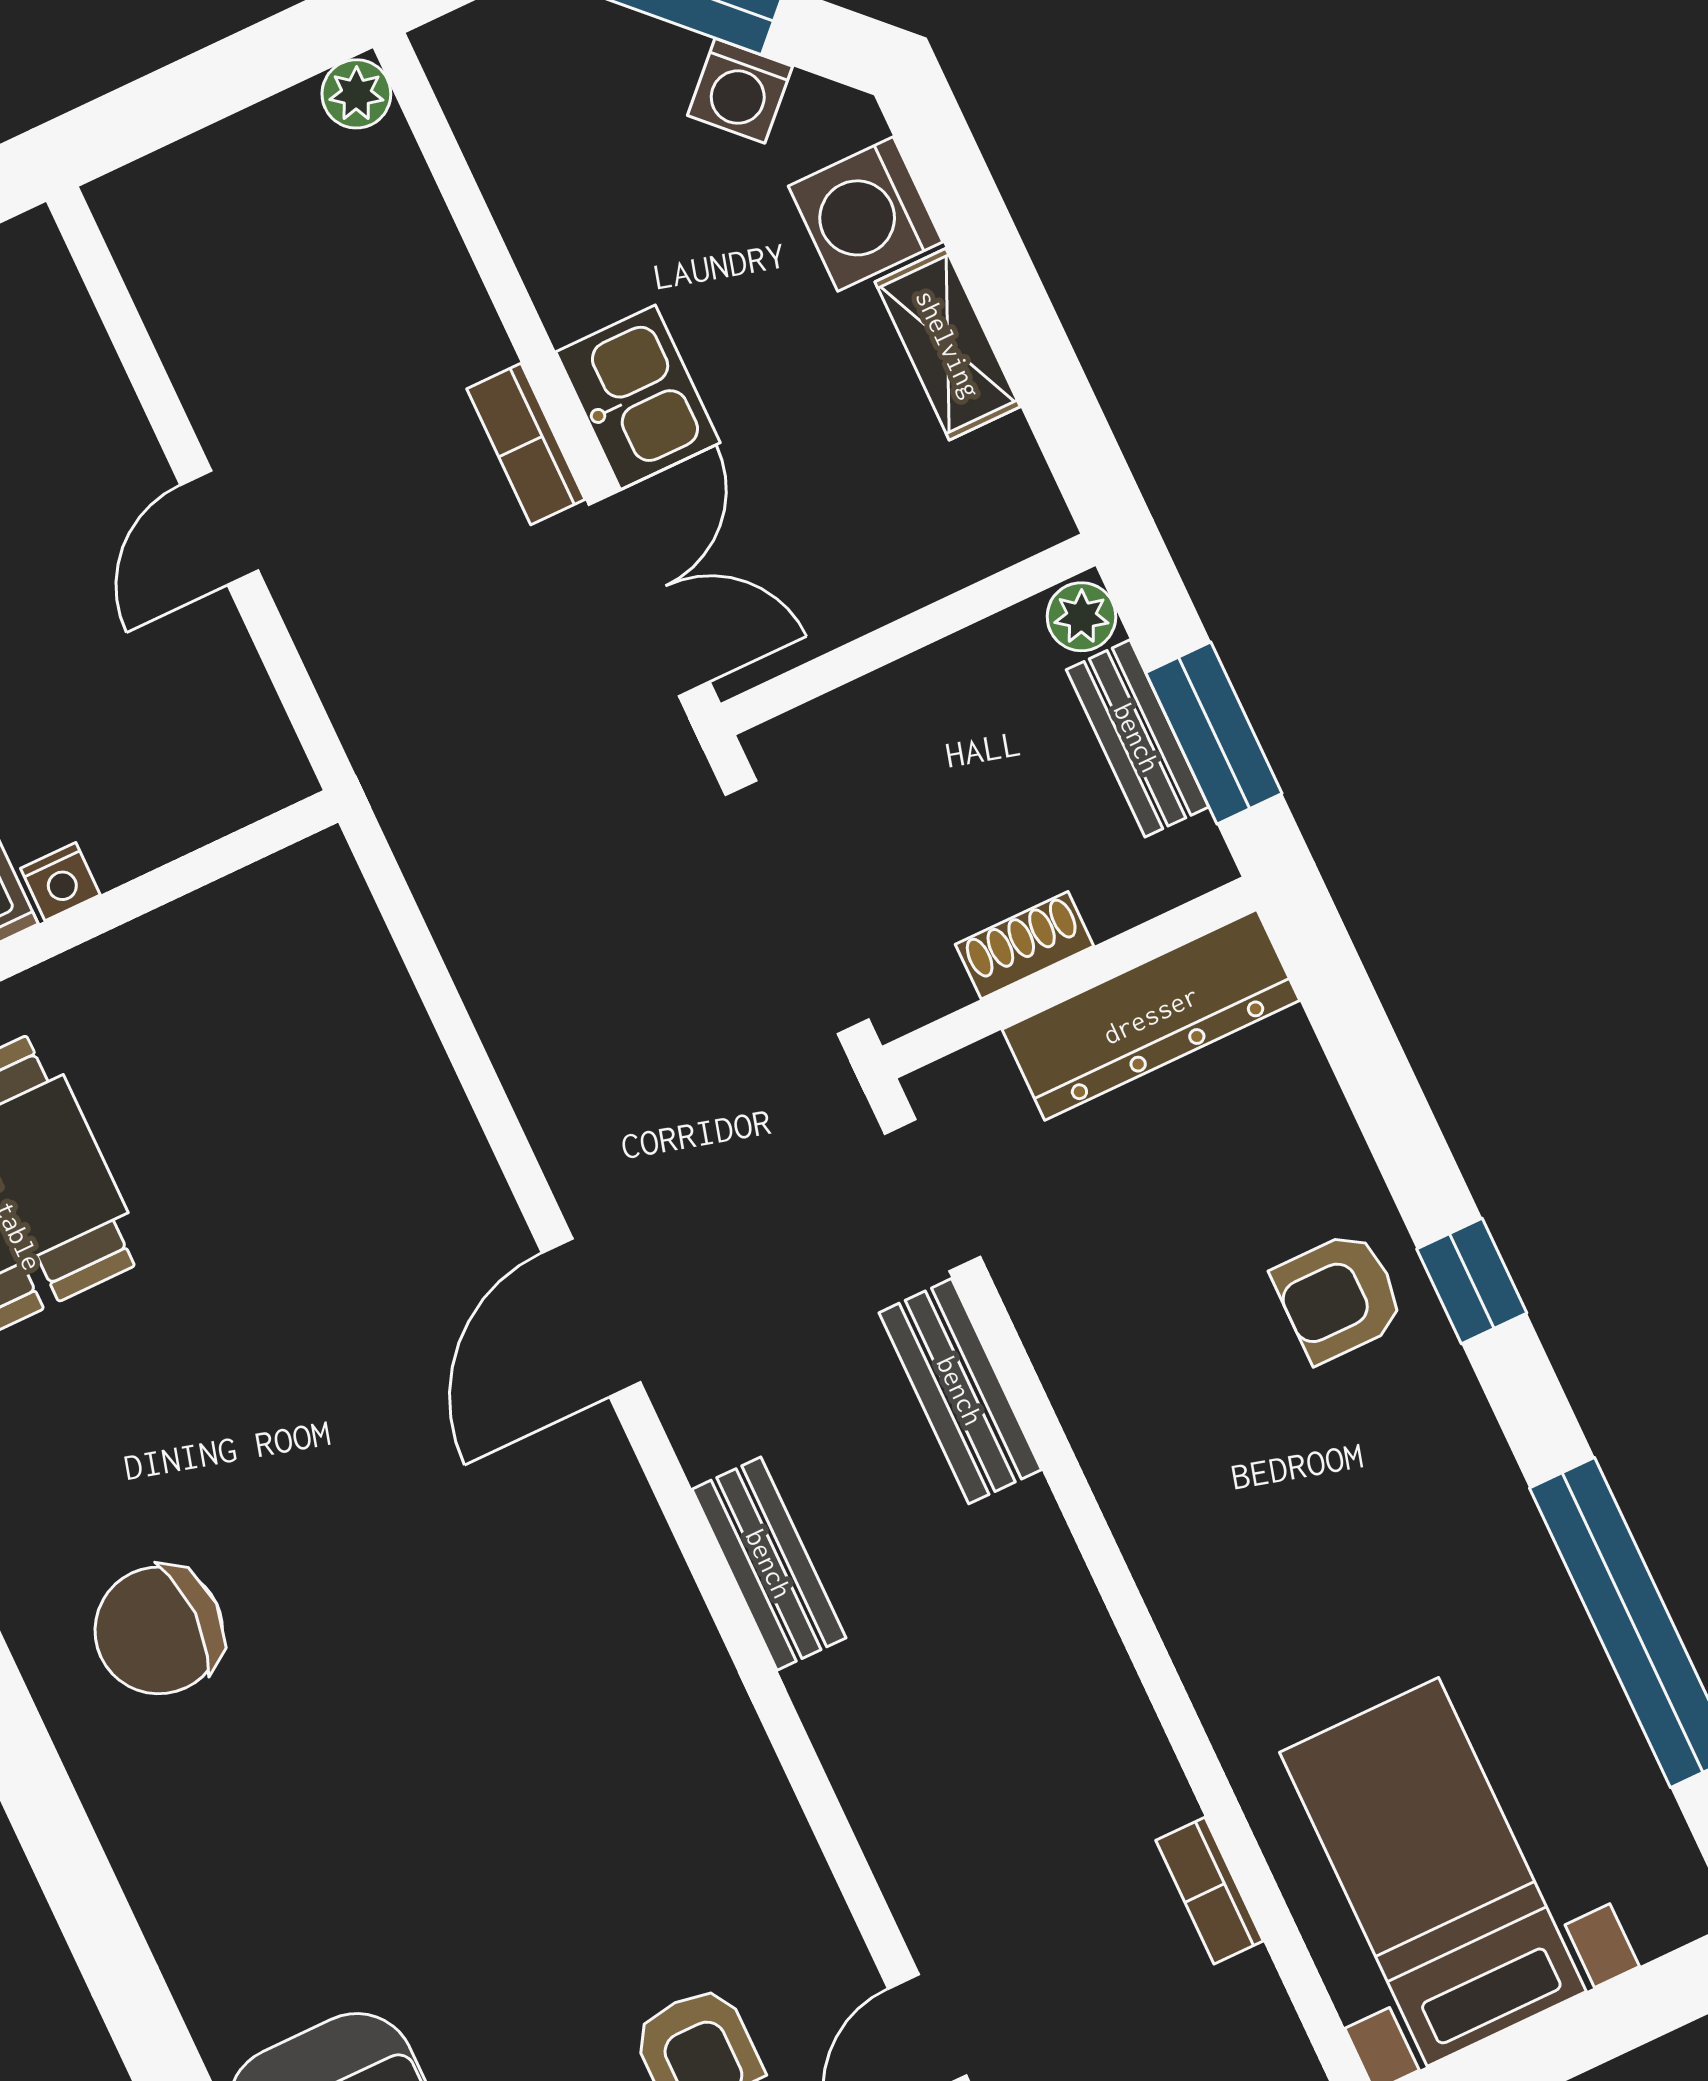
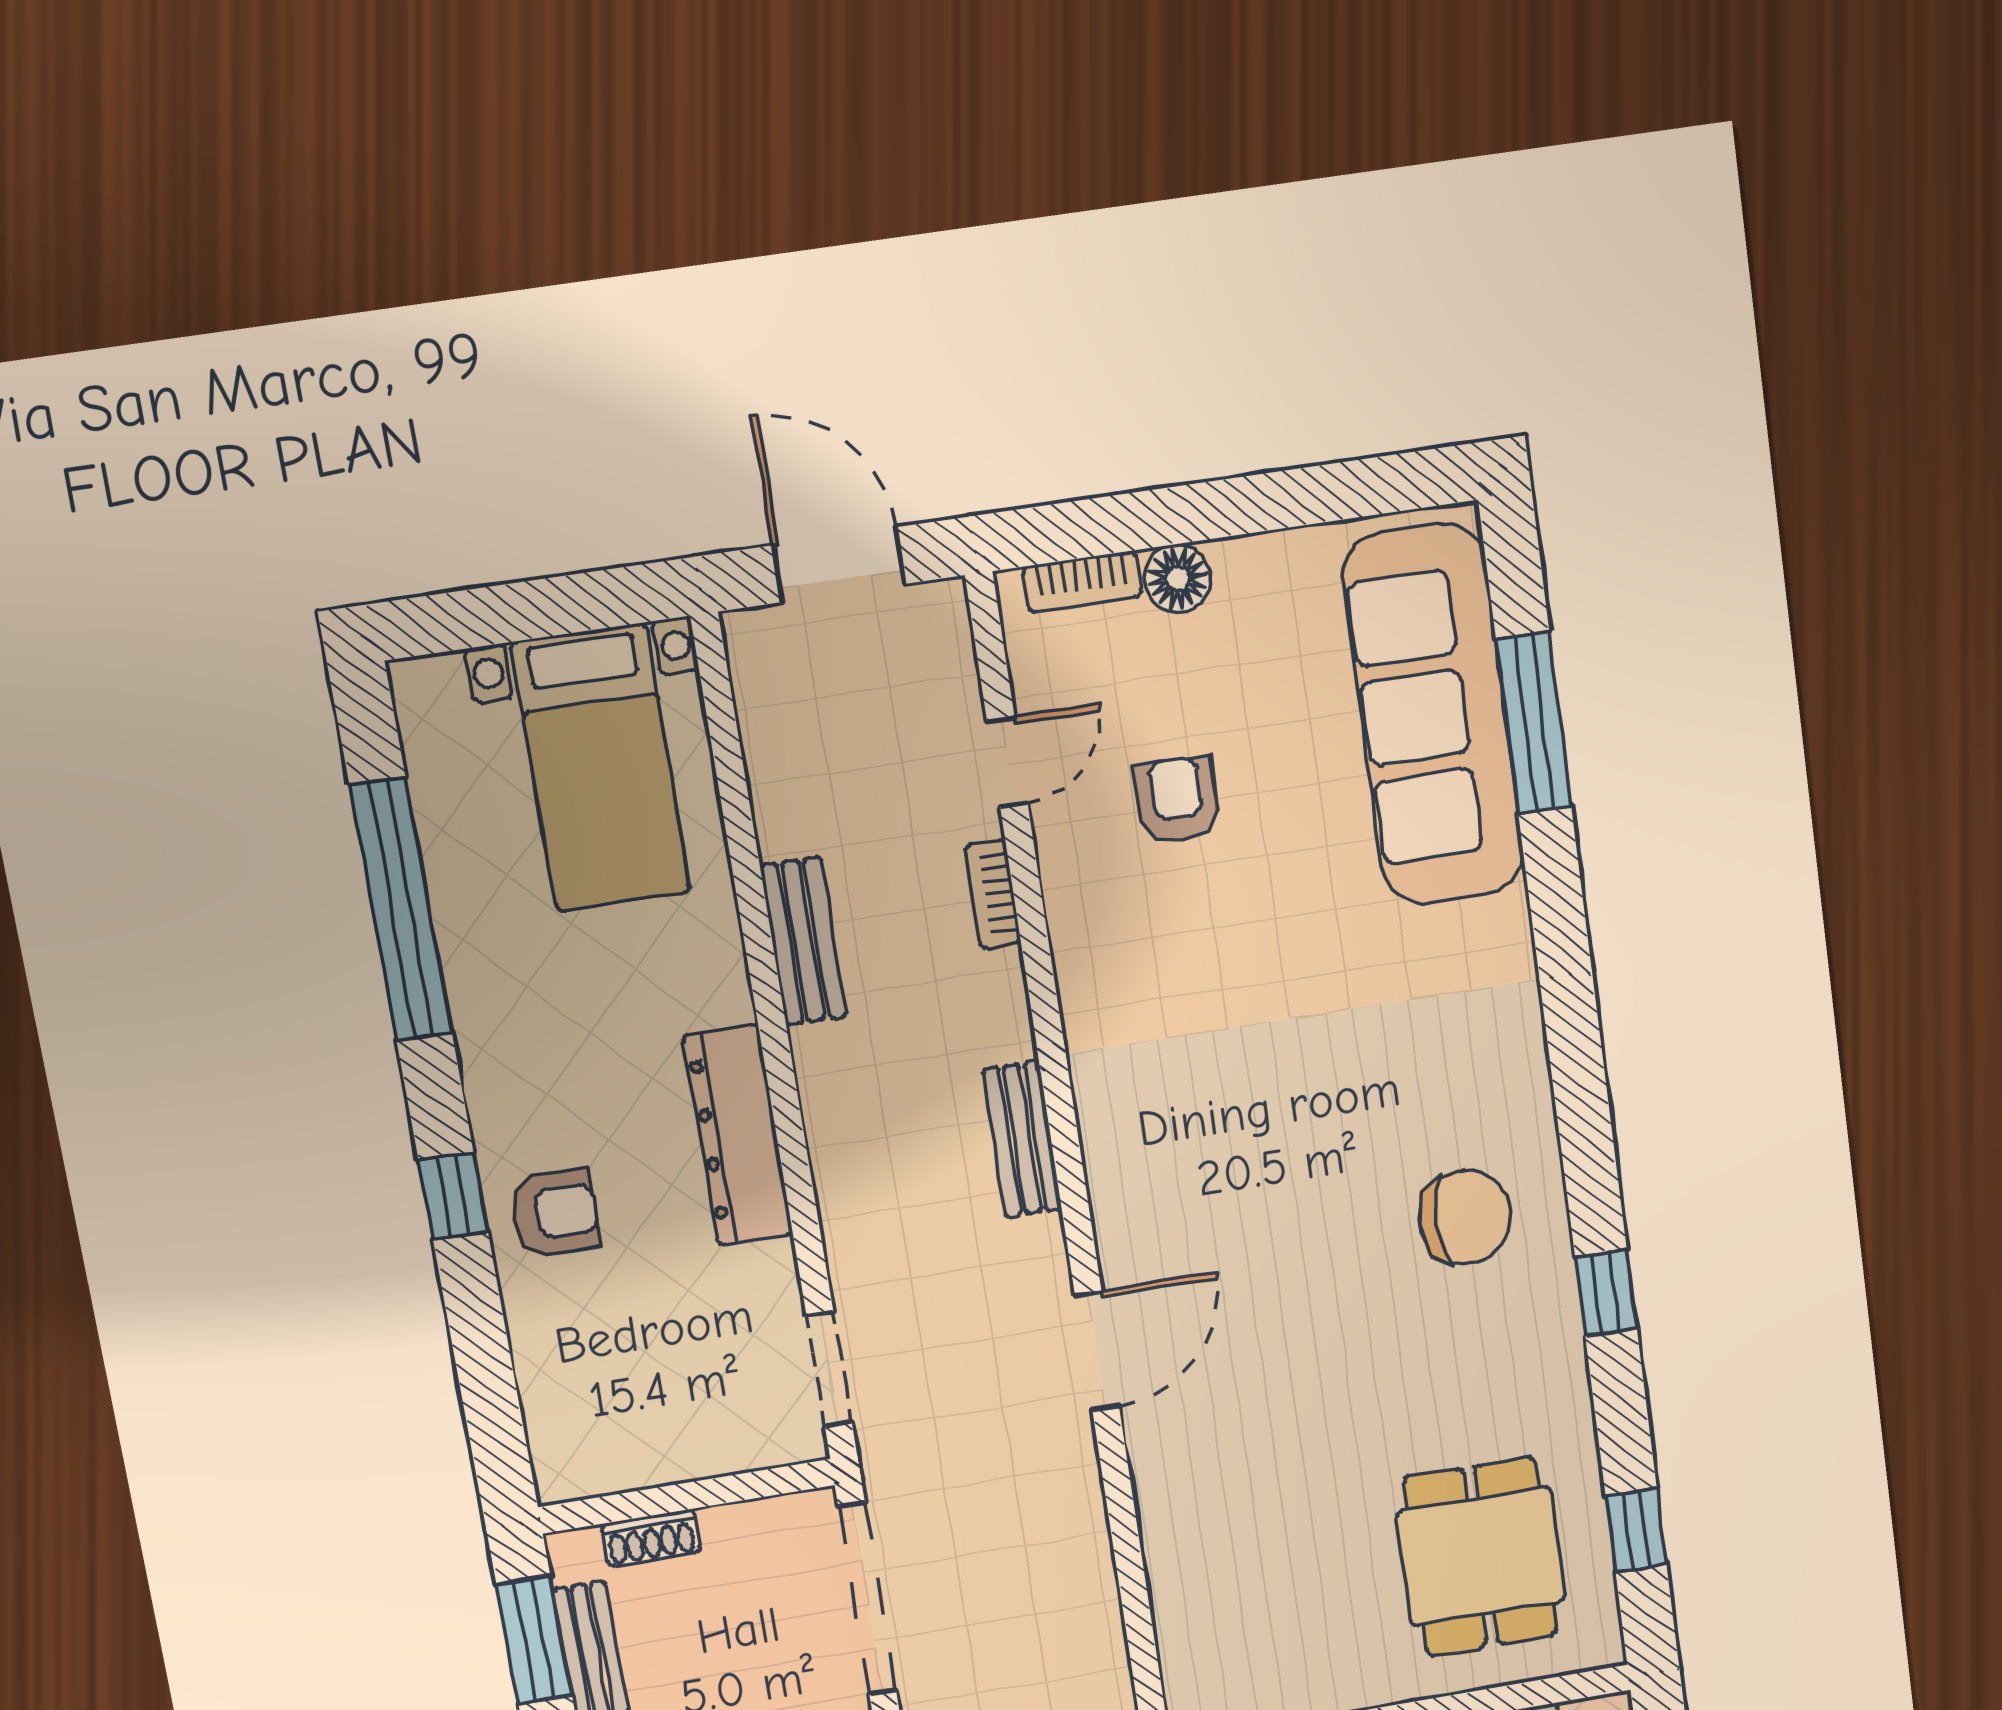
shoe rack: (1025, 945) -> (651, 1538), moved
dresser: (1151, 1015) -> (738, 1135), moved, turned -90
bench: (960, 1391) -> (803, 941), moved
bookcase: (1210, 1891) -> (993, 894), moved, turned 180

